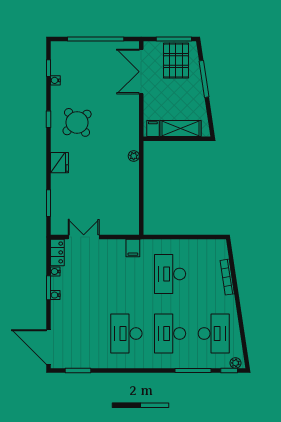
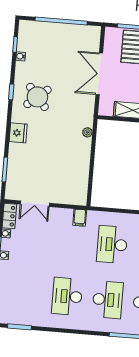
double door: (141, 72) -> (99, 74), moved
filing cabinet: (153, 128) -> (107, 108), removed
double door: (84, 237) -> (35, 204), swing flipped
desk: (170, 333) -> (108, 300), turned 180

